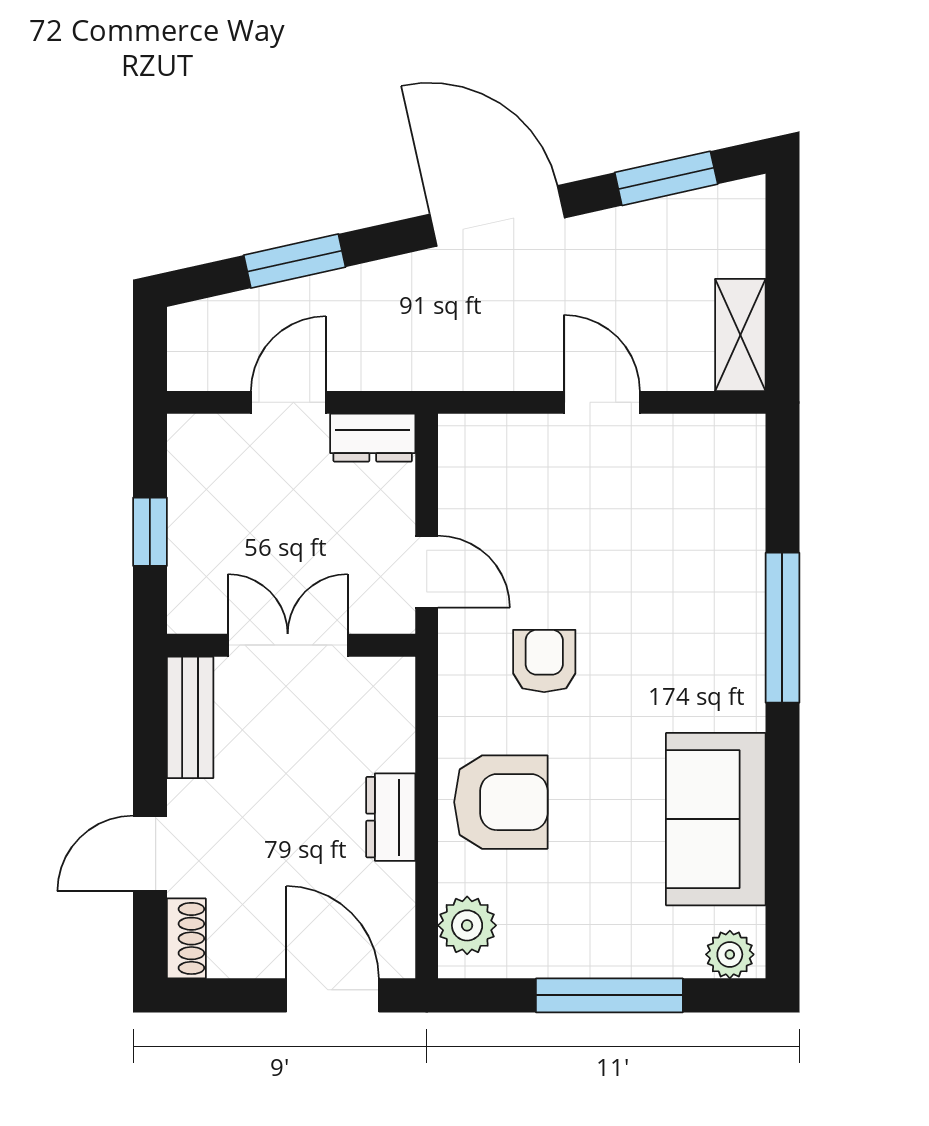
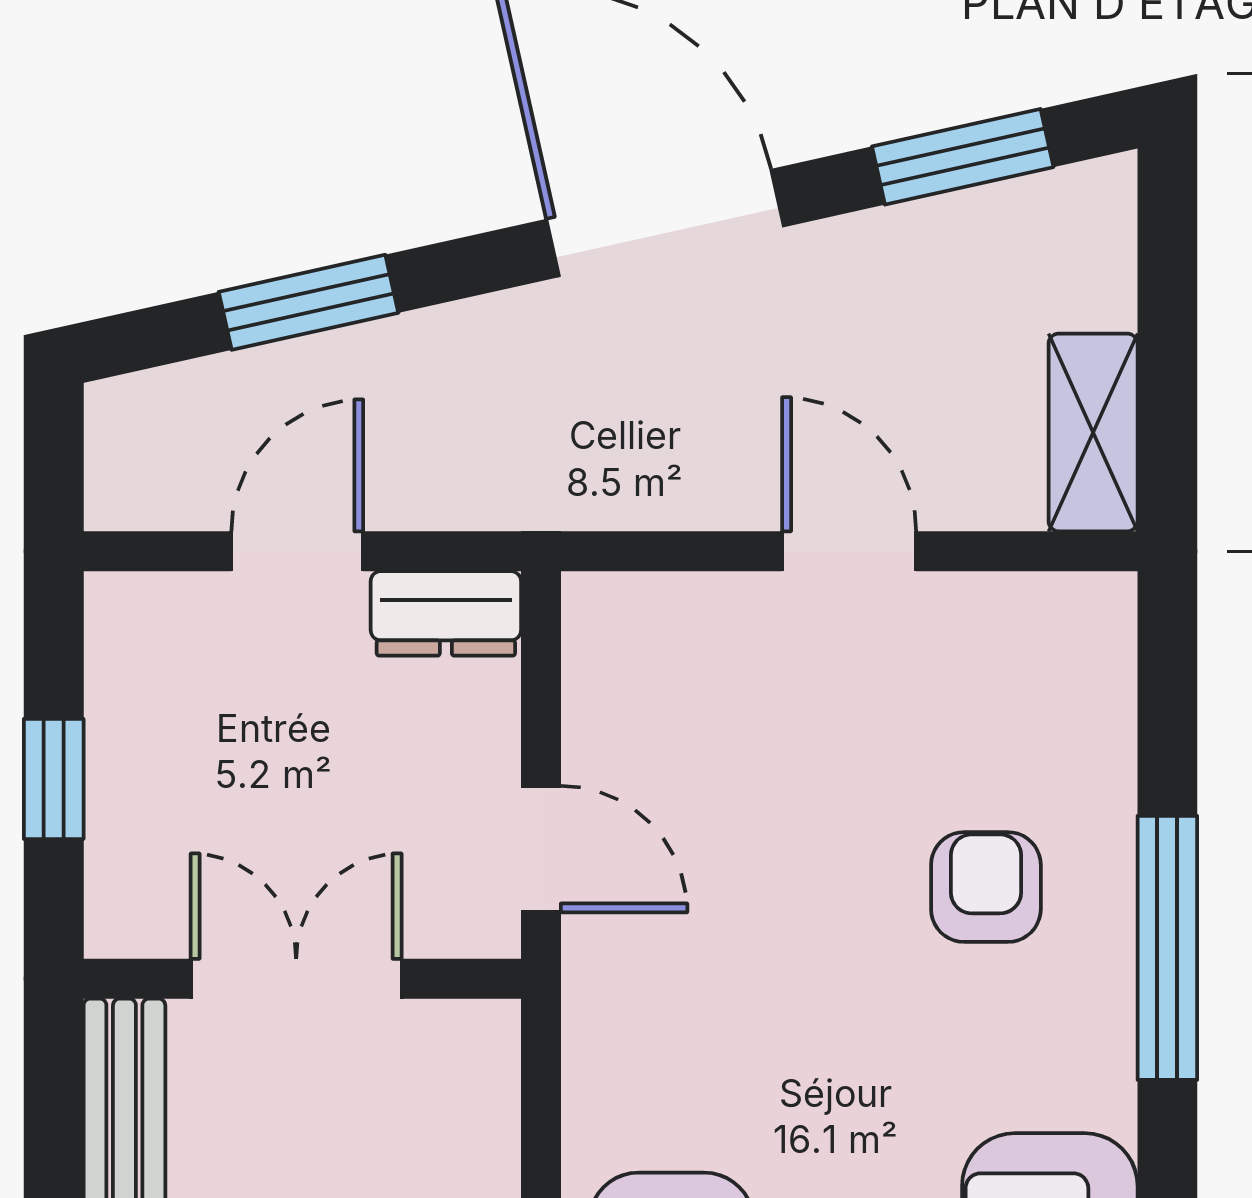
armchair: (544, 661) -> (986, 887), moved

